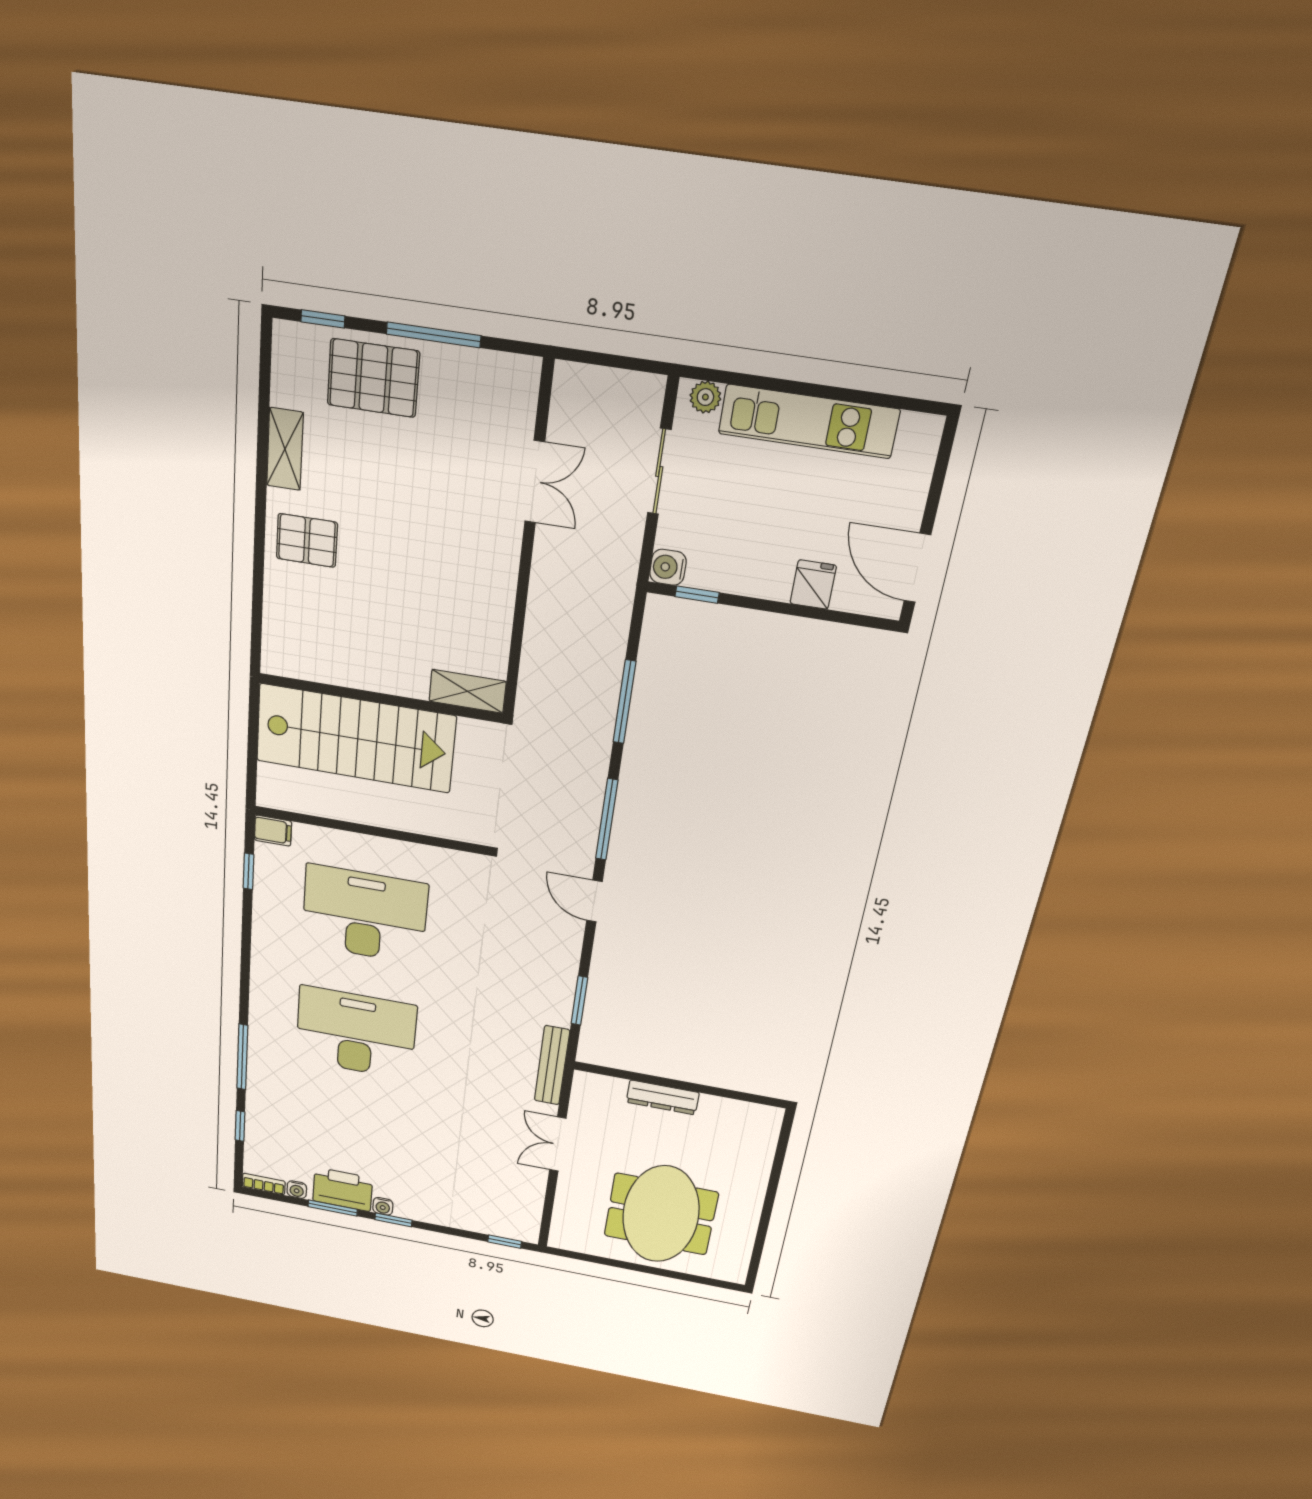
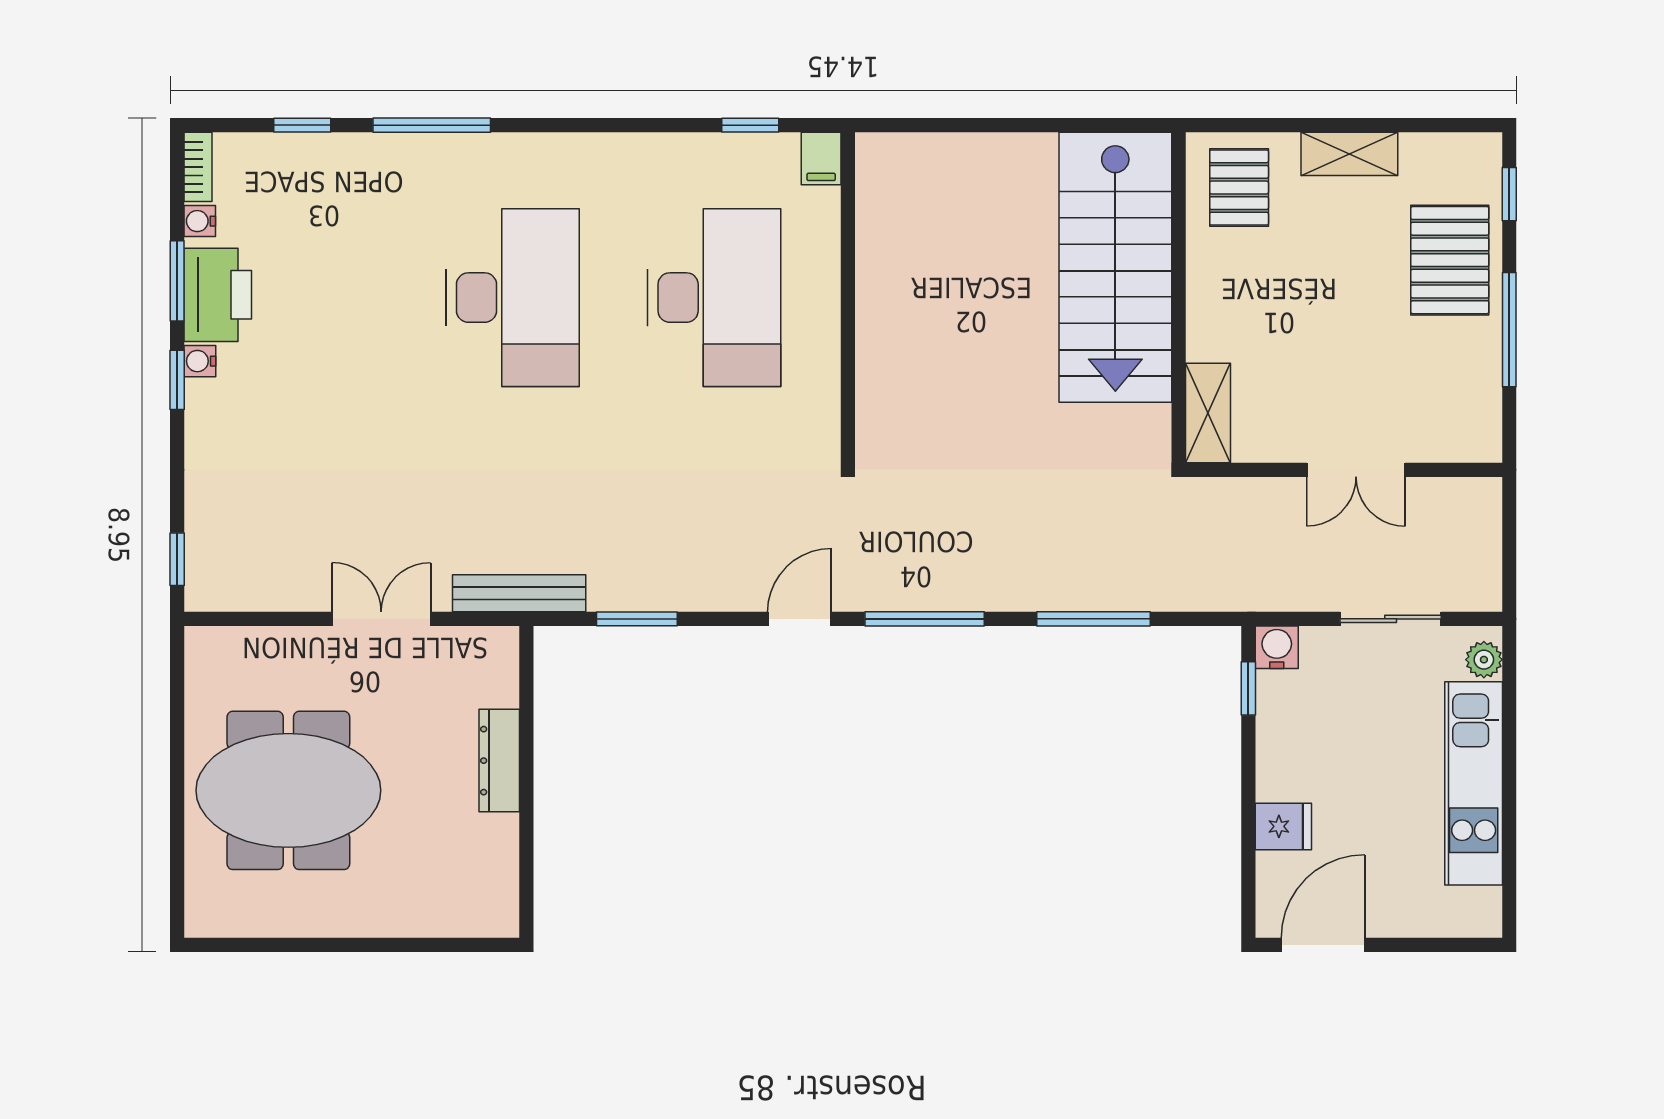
shelving: (468, 691) -> (1208, 413), moved
wall: (380, 698) -> (1179, 298), moved
stairs: (355, 738) -> (1115, 267), moved

